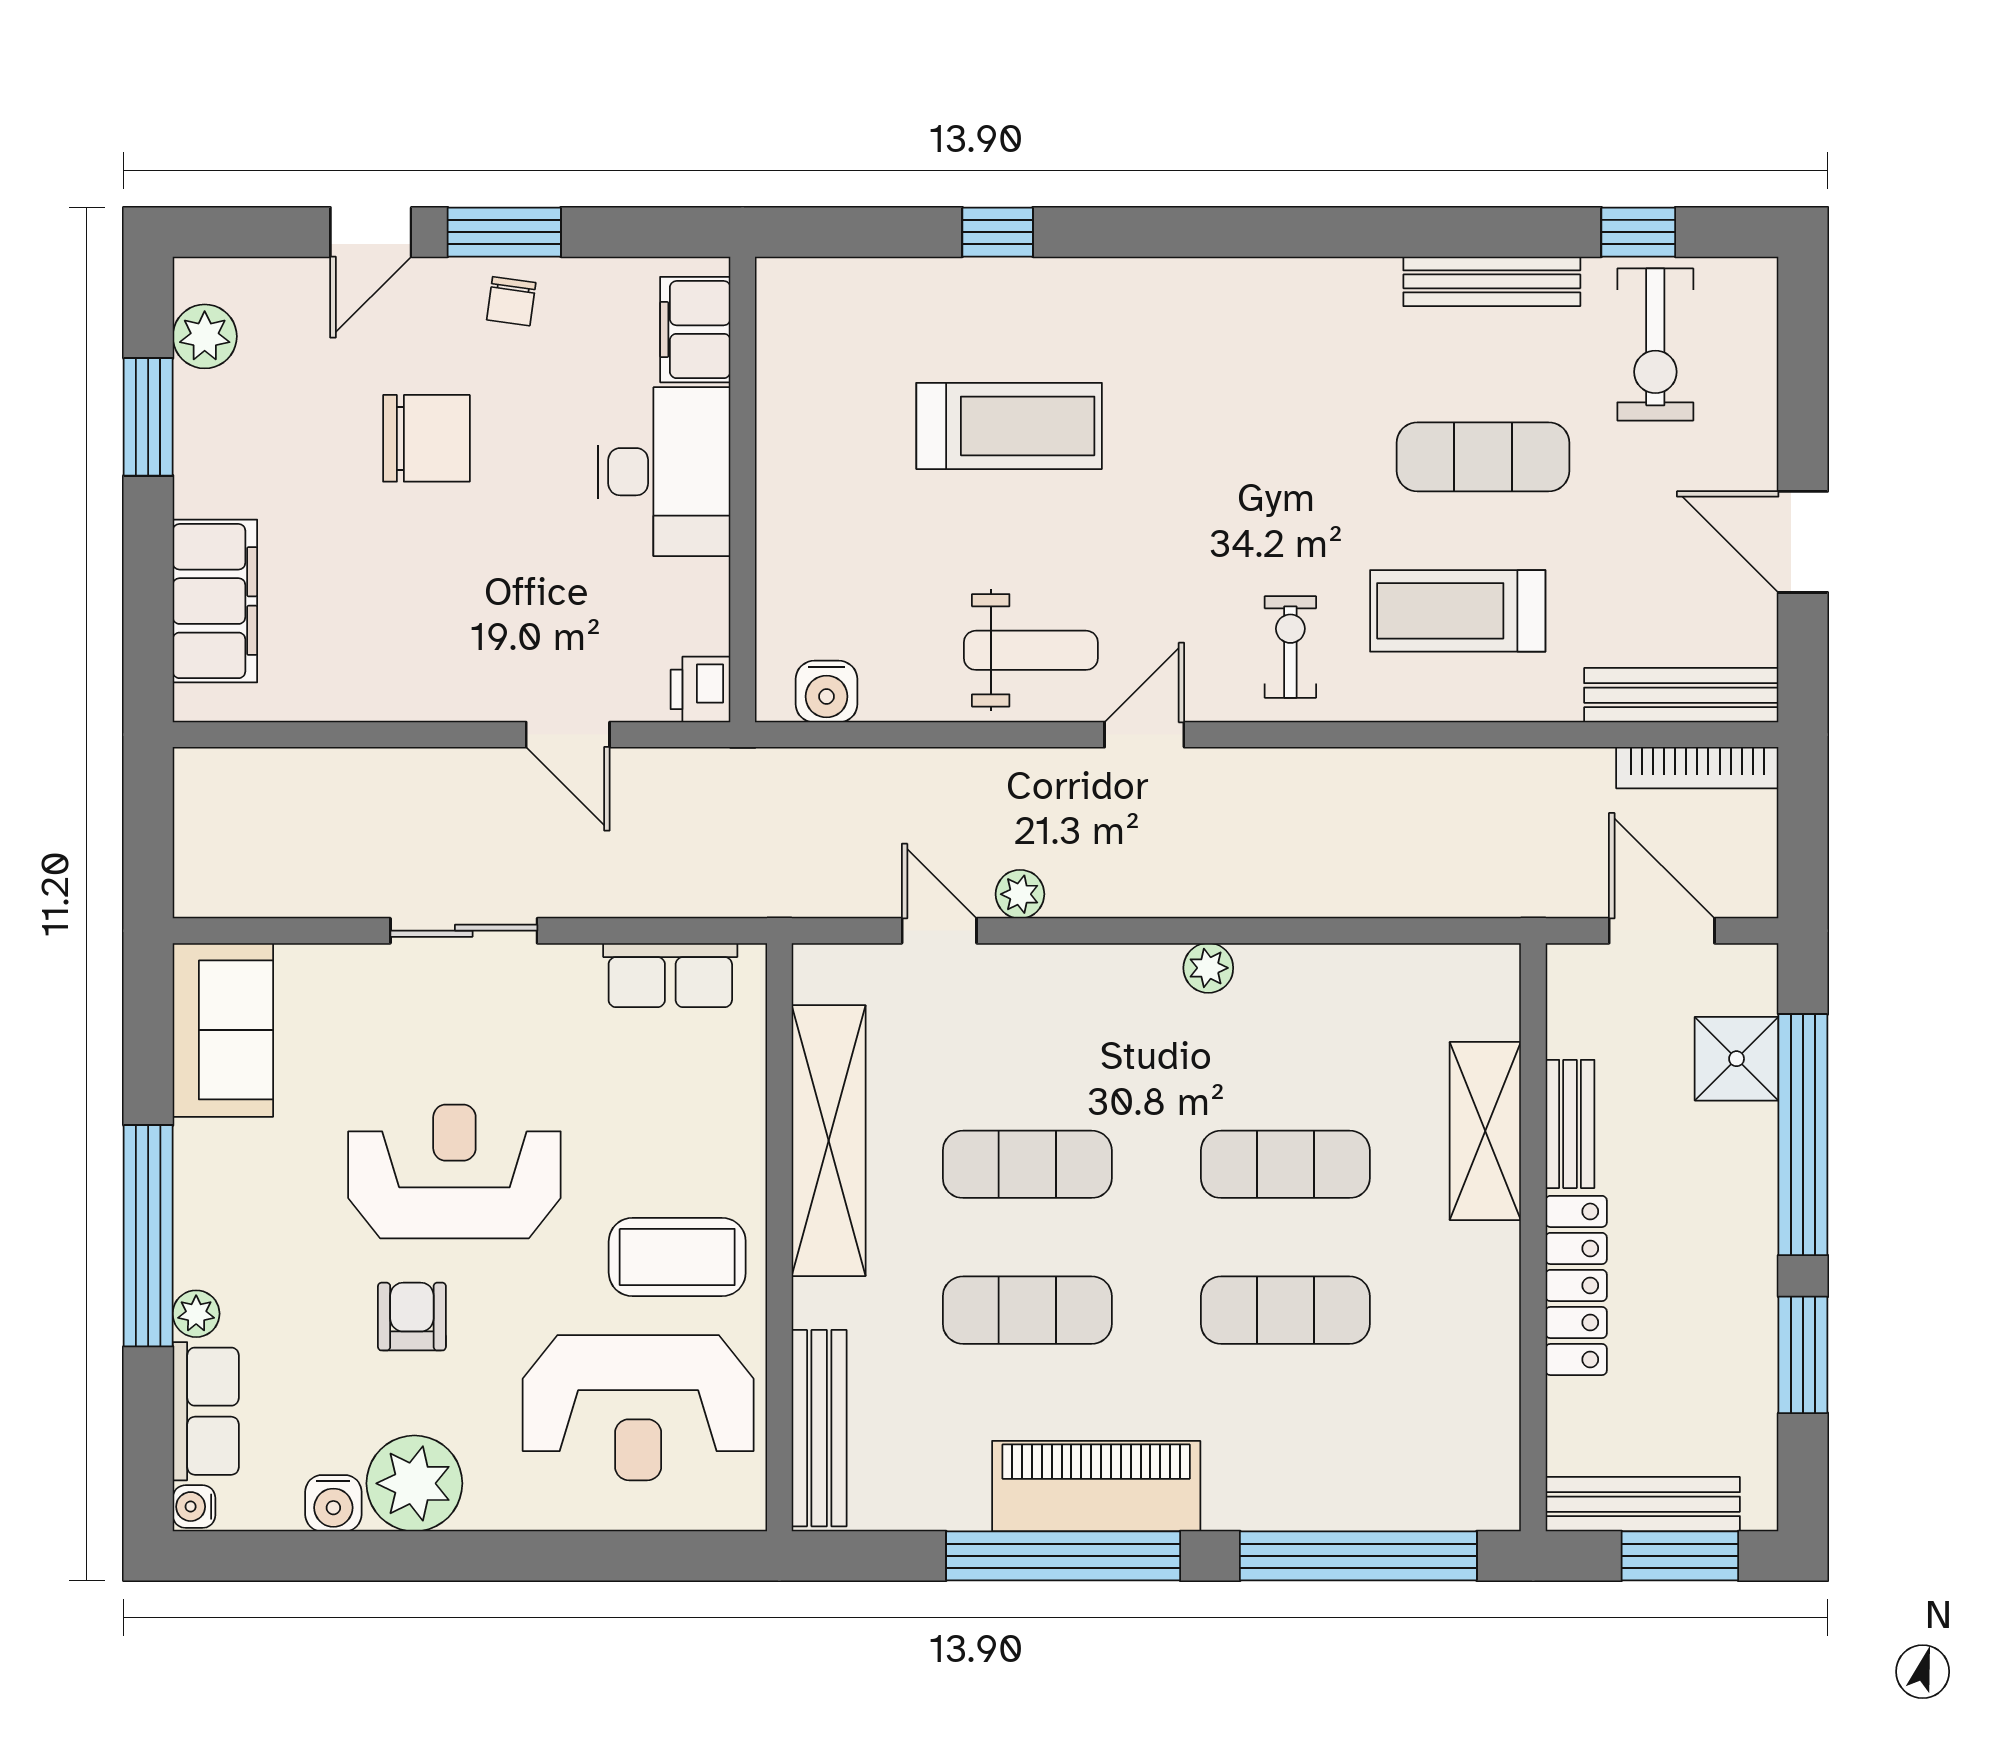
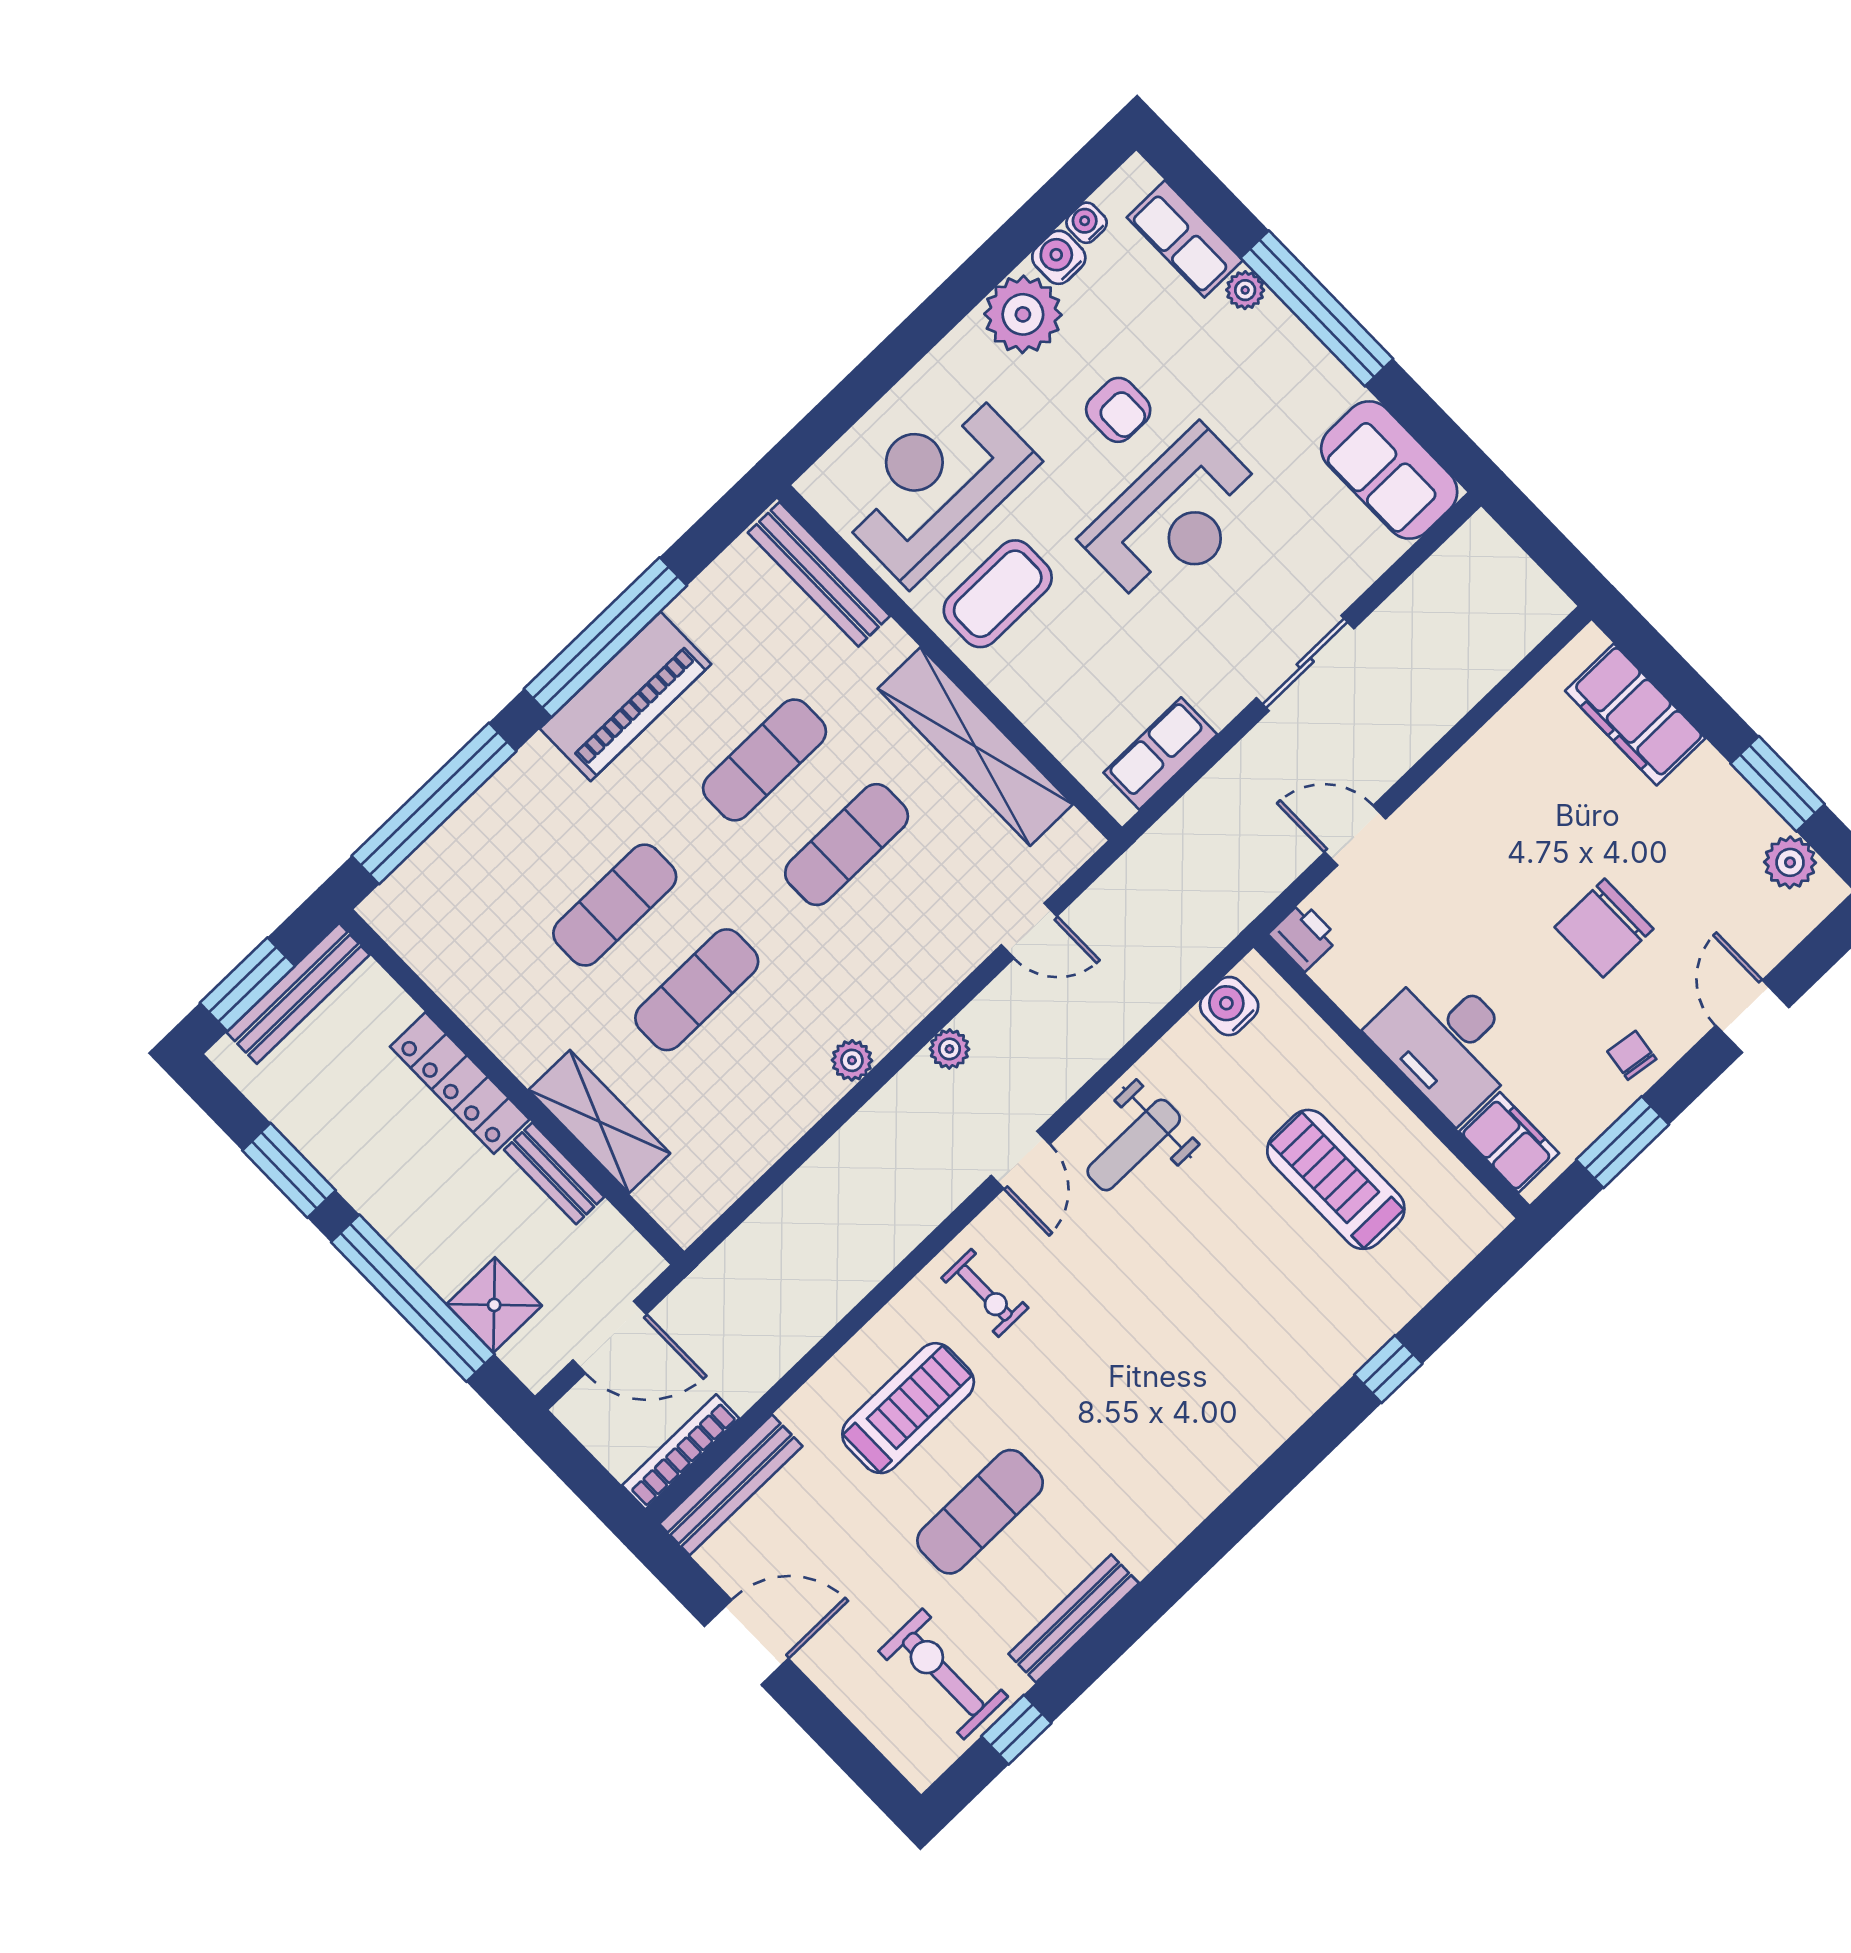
window: (504, 232) -> (1623, 1142), moved
treadmill: (1009, 426) -> (1336, 1179), moved, turned 90
plant: (1020, 894) -> (949, 1049), moved
water cooler: (194, 1507) -> (1087, 223), moved, turned -90

